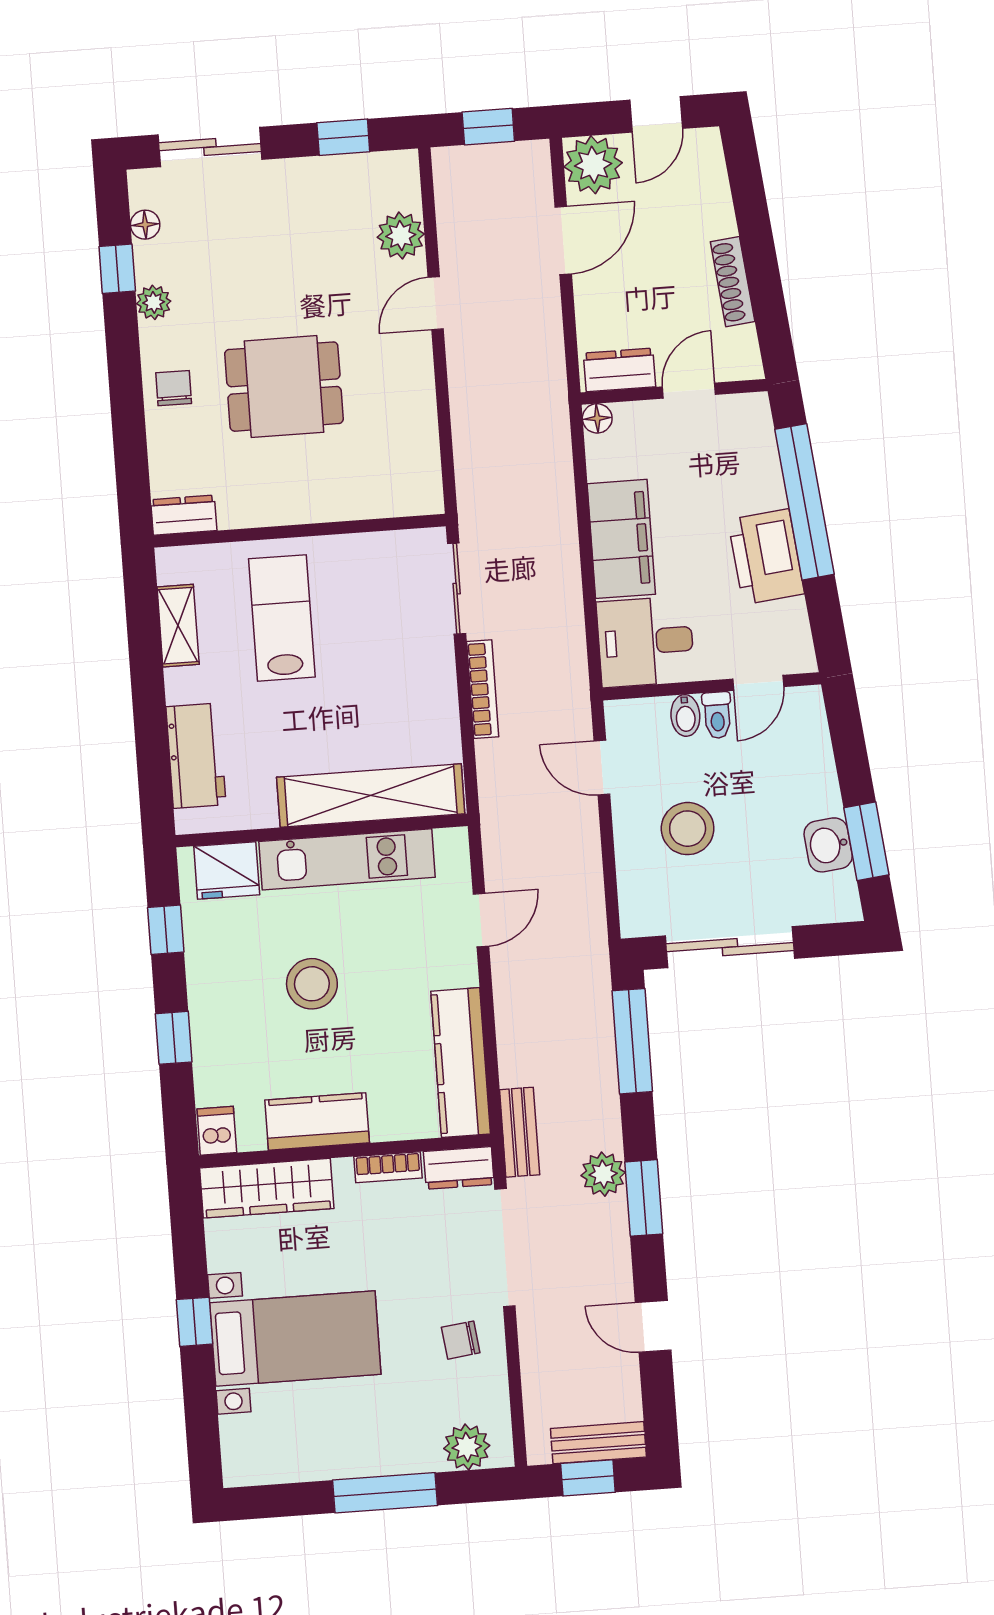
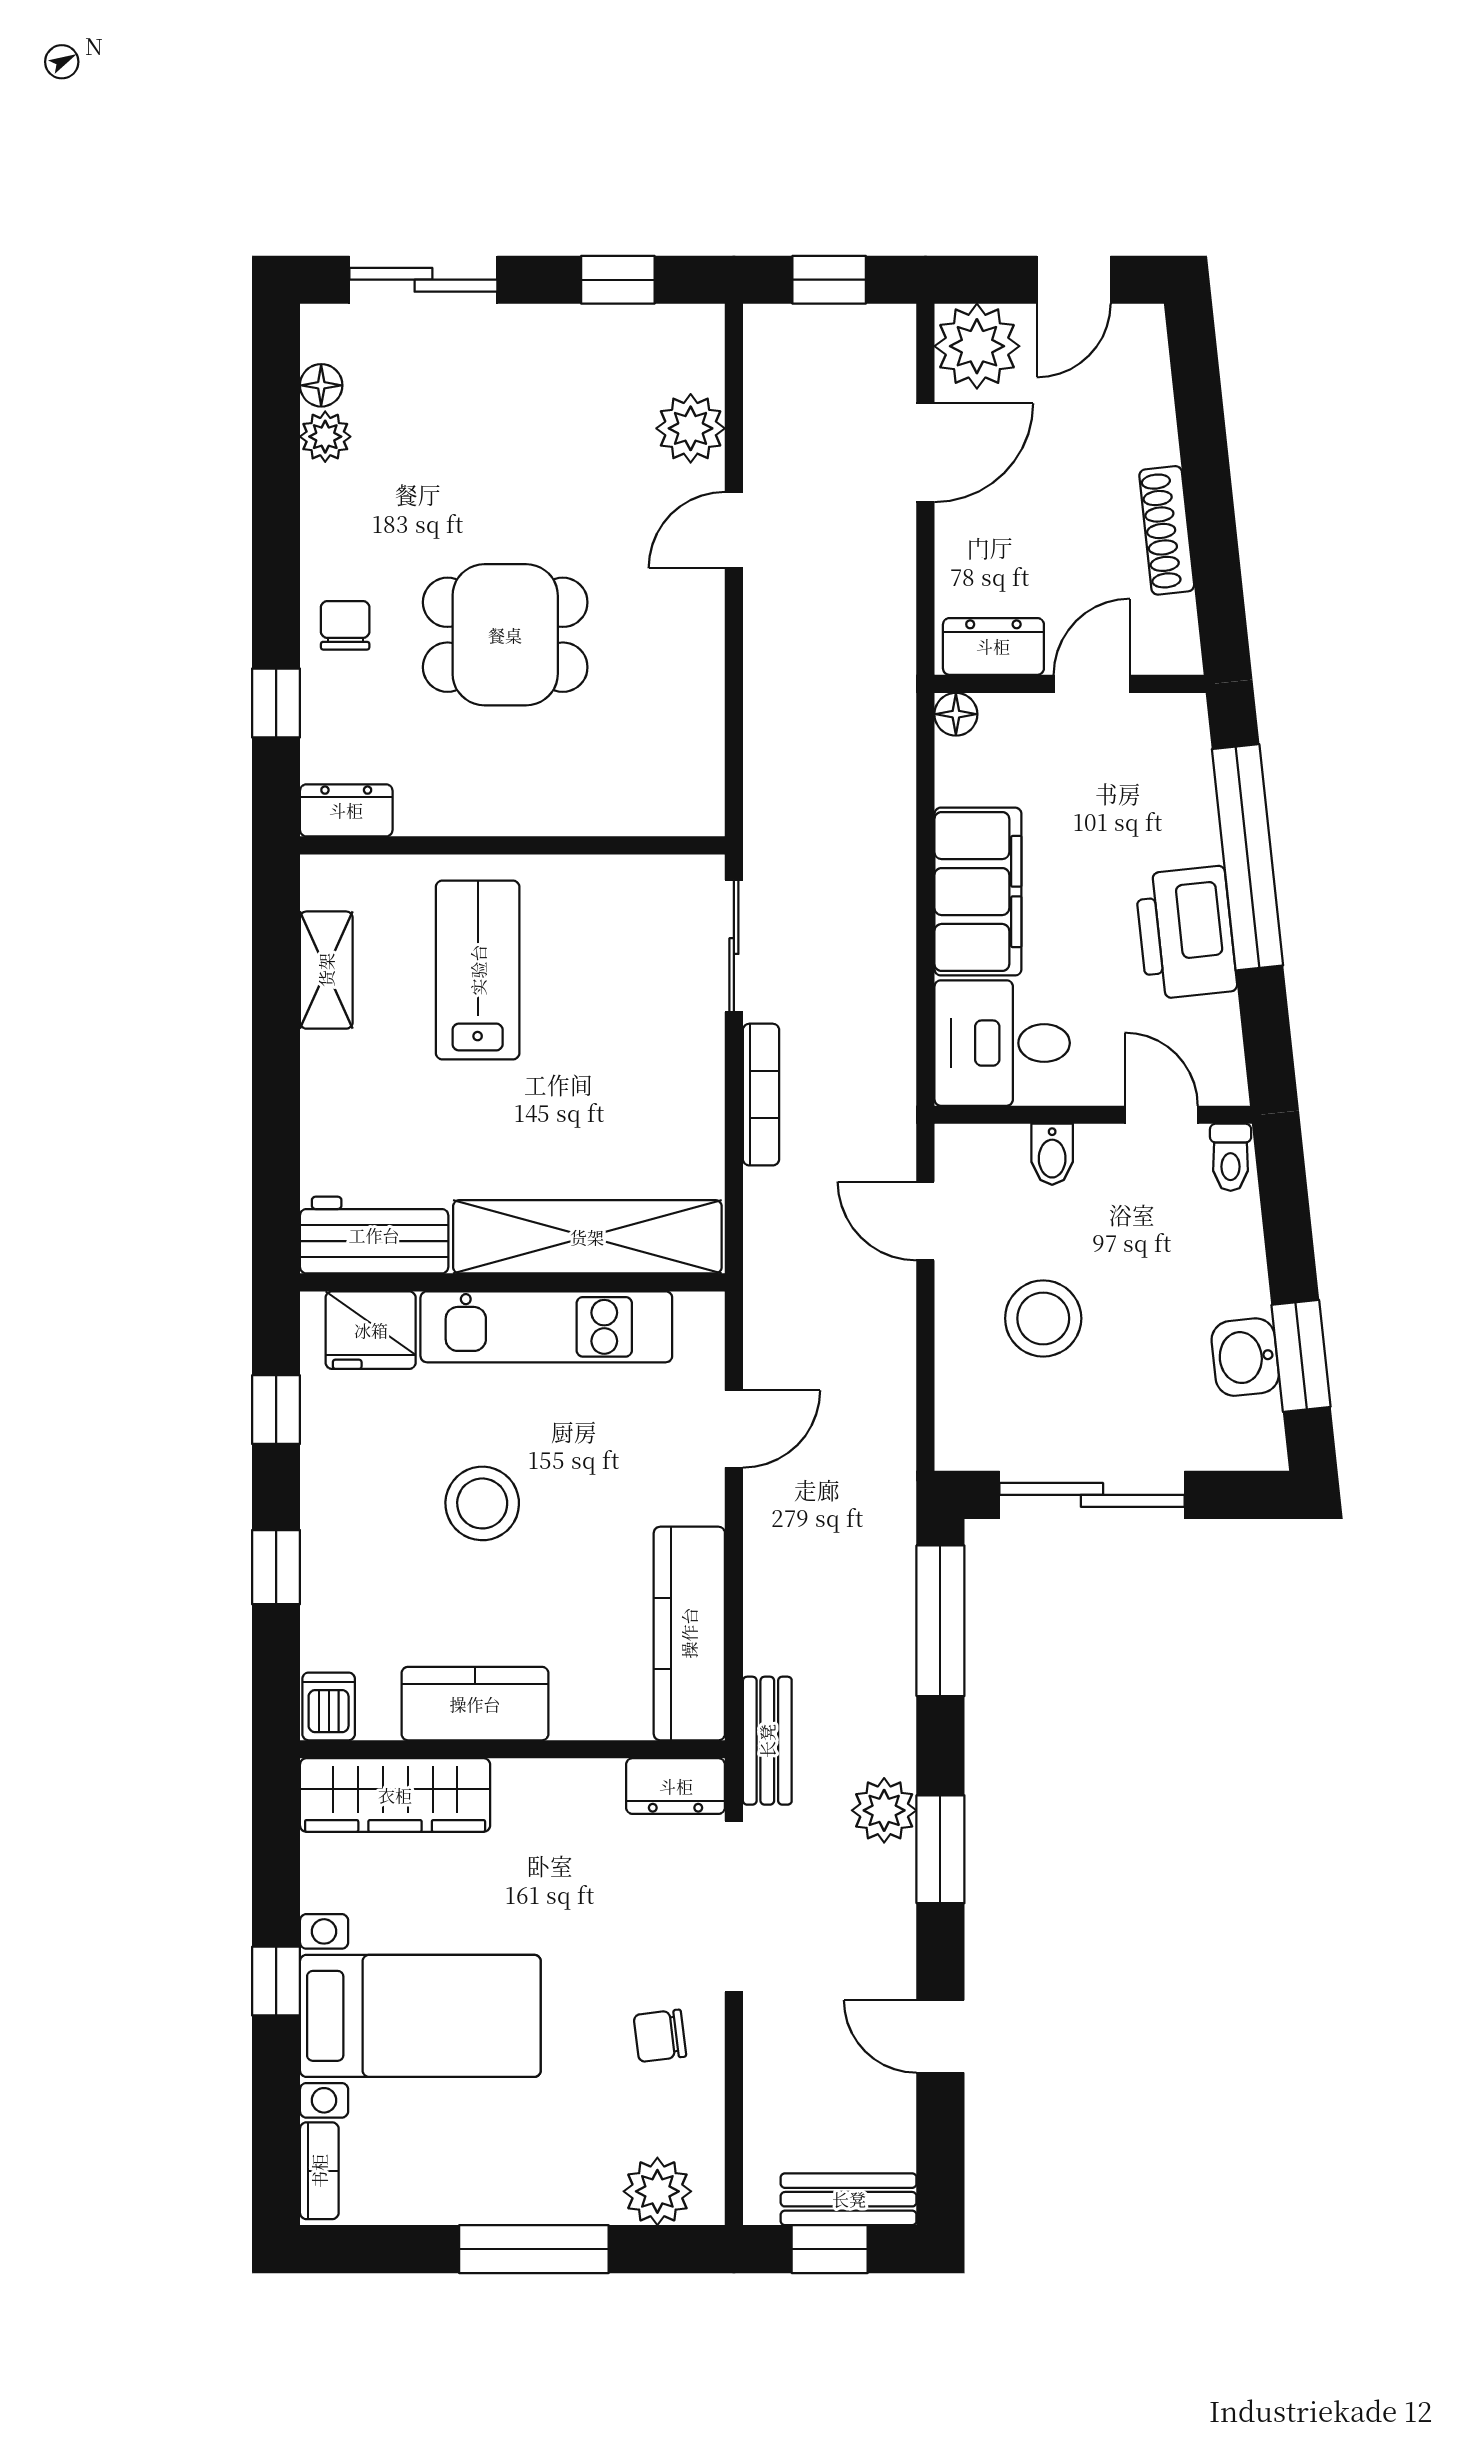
window: (117, 269) -> (276, 703), moved
plant: (154, 302) -> (325, 437), moved
door: (758, 683) -> (1161, 1115), swing flipped
toilet: (717, 715) -> (1231, 1157), moved
workbench: (196, 756) -> (374, 1235), moved, turned -90
bookcase: (388, 1167) -> (319, 2171), moved, turned -90

